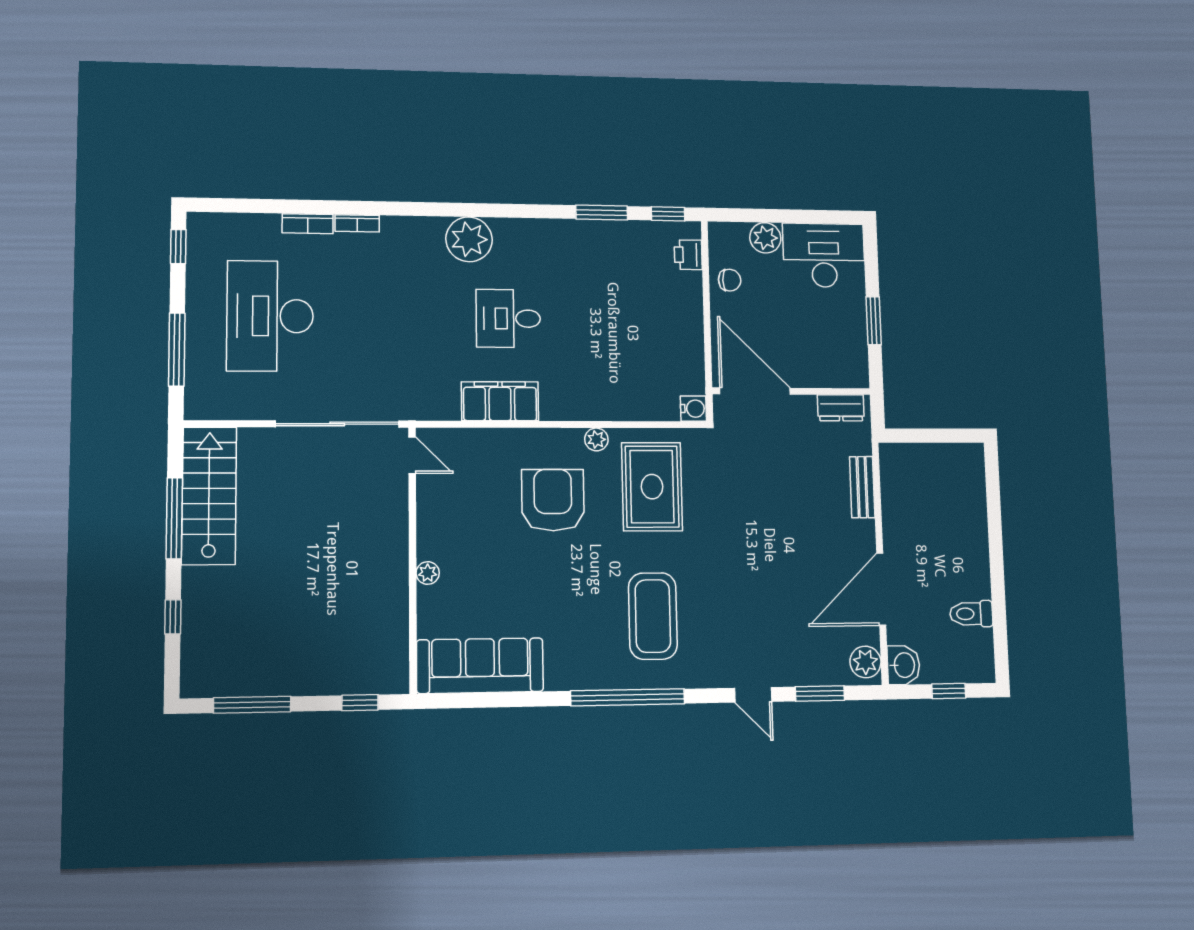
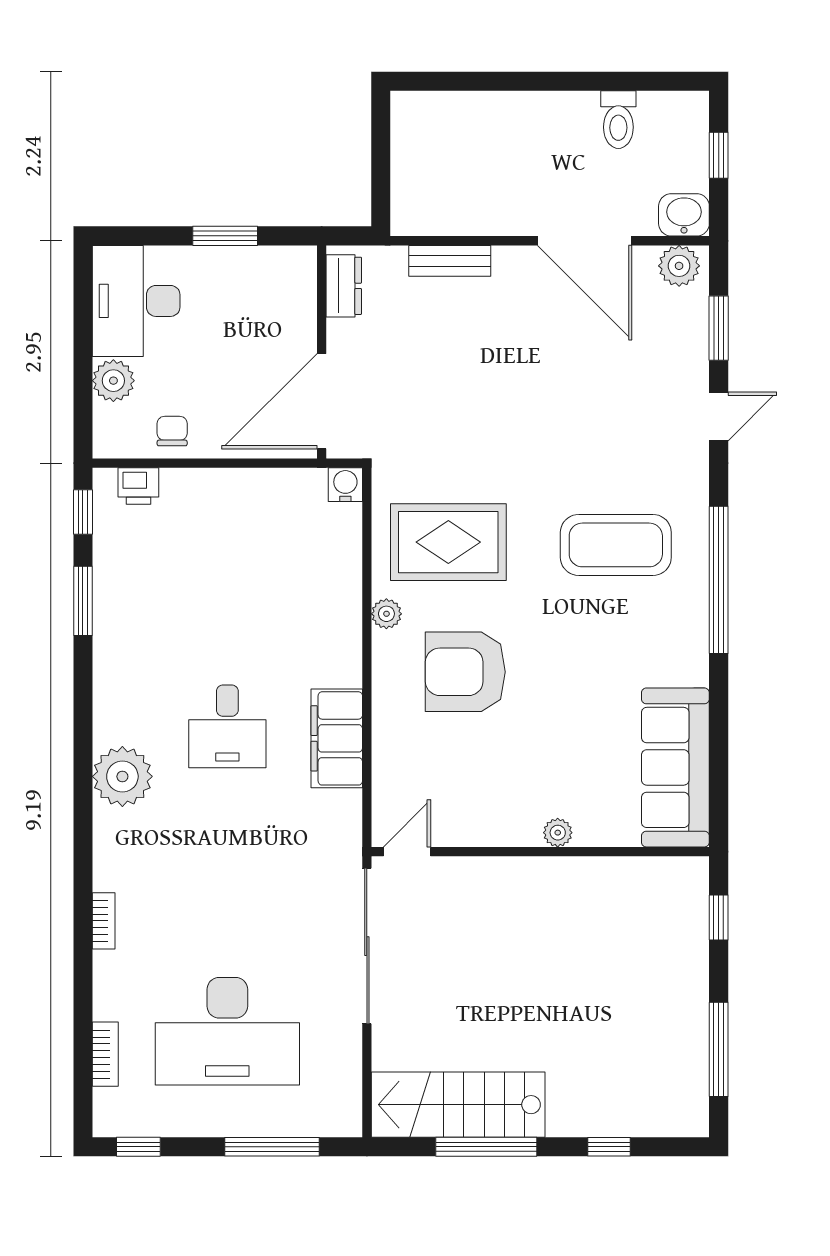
bookcase: (308, 224) -> (105, 1054), moved

